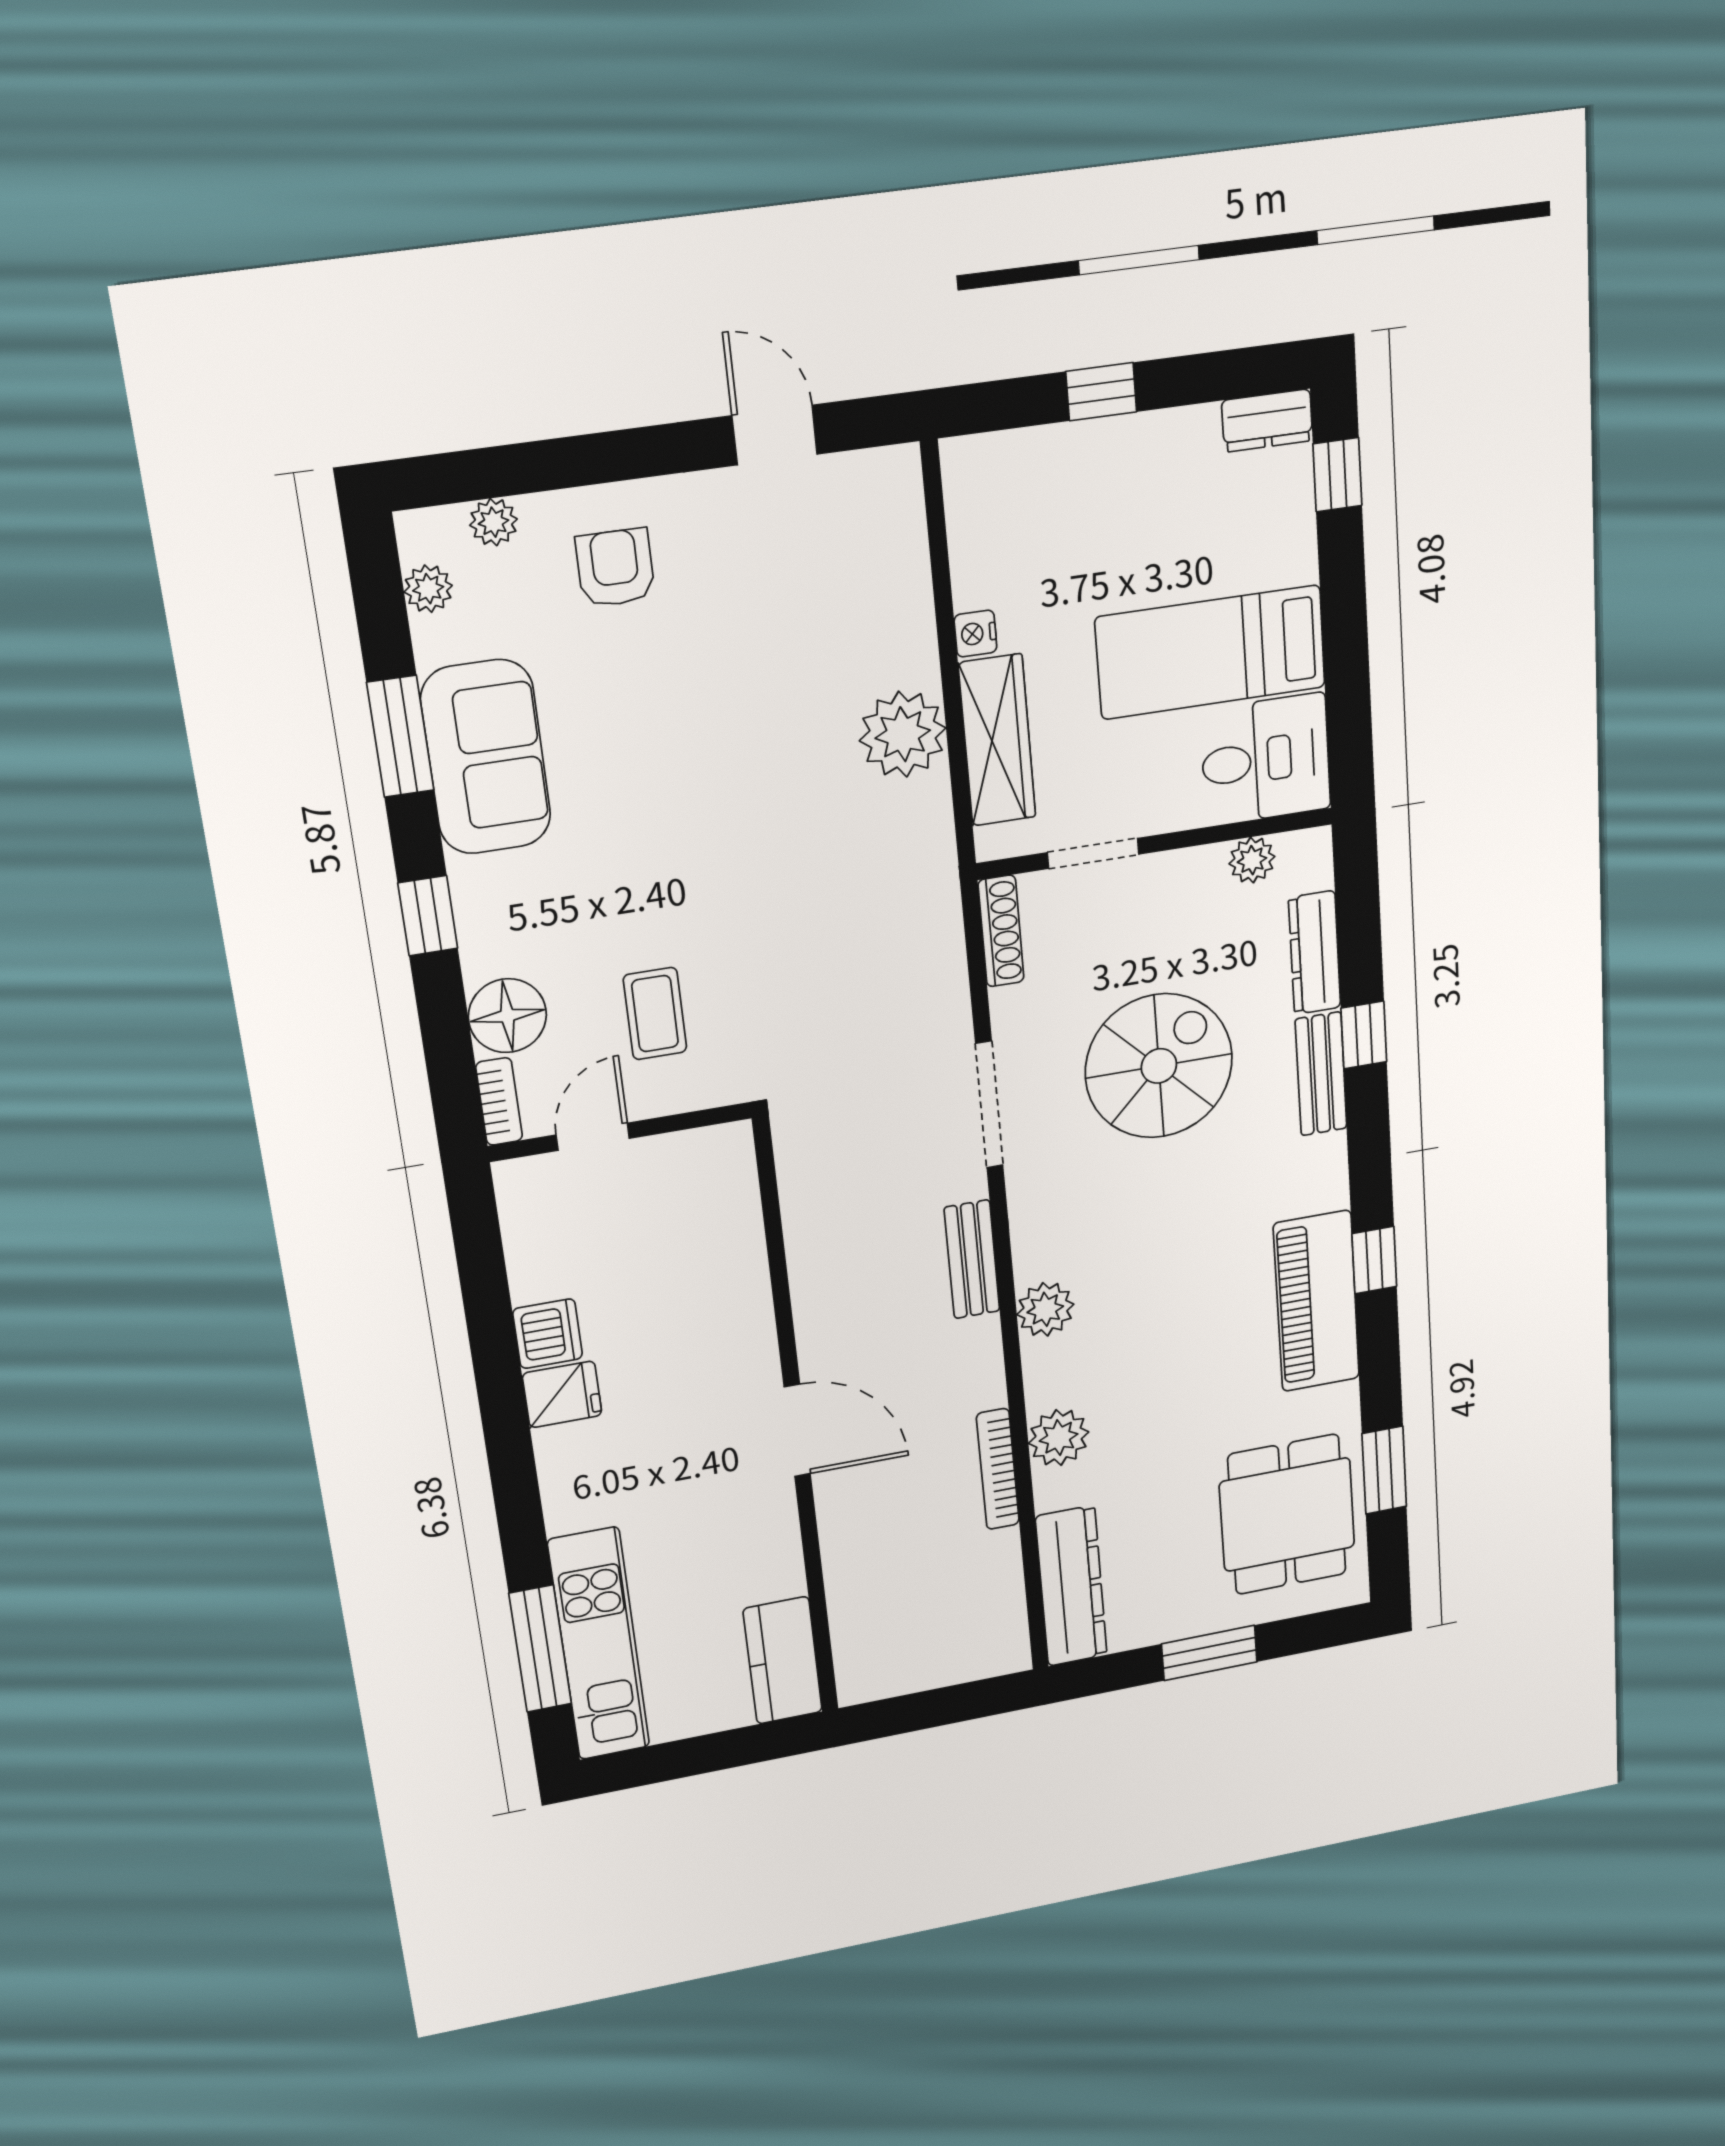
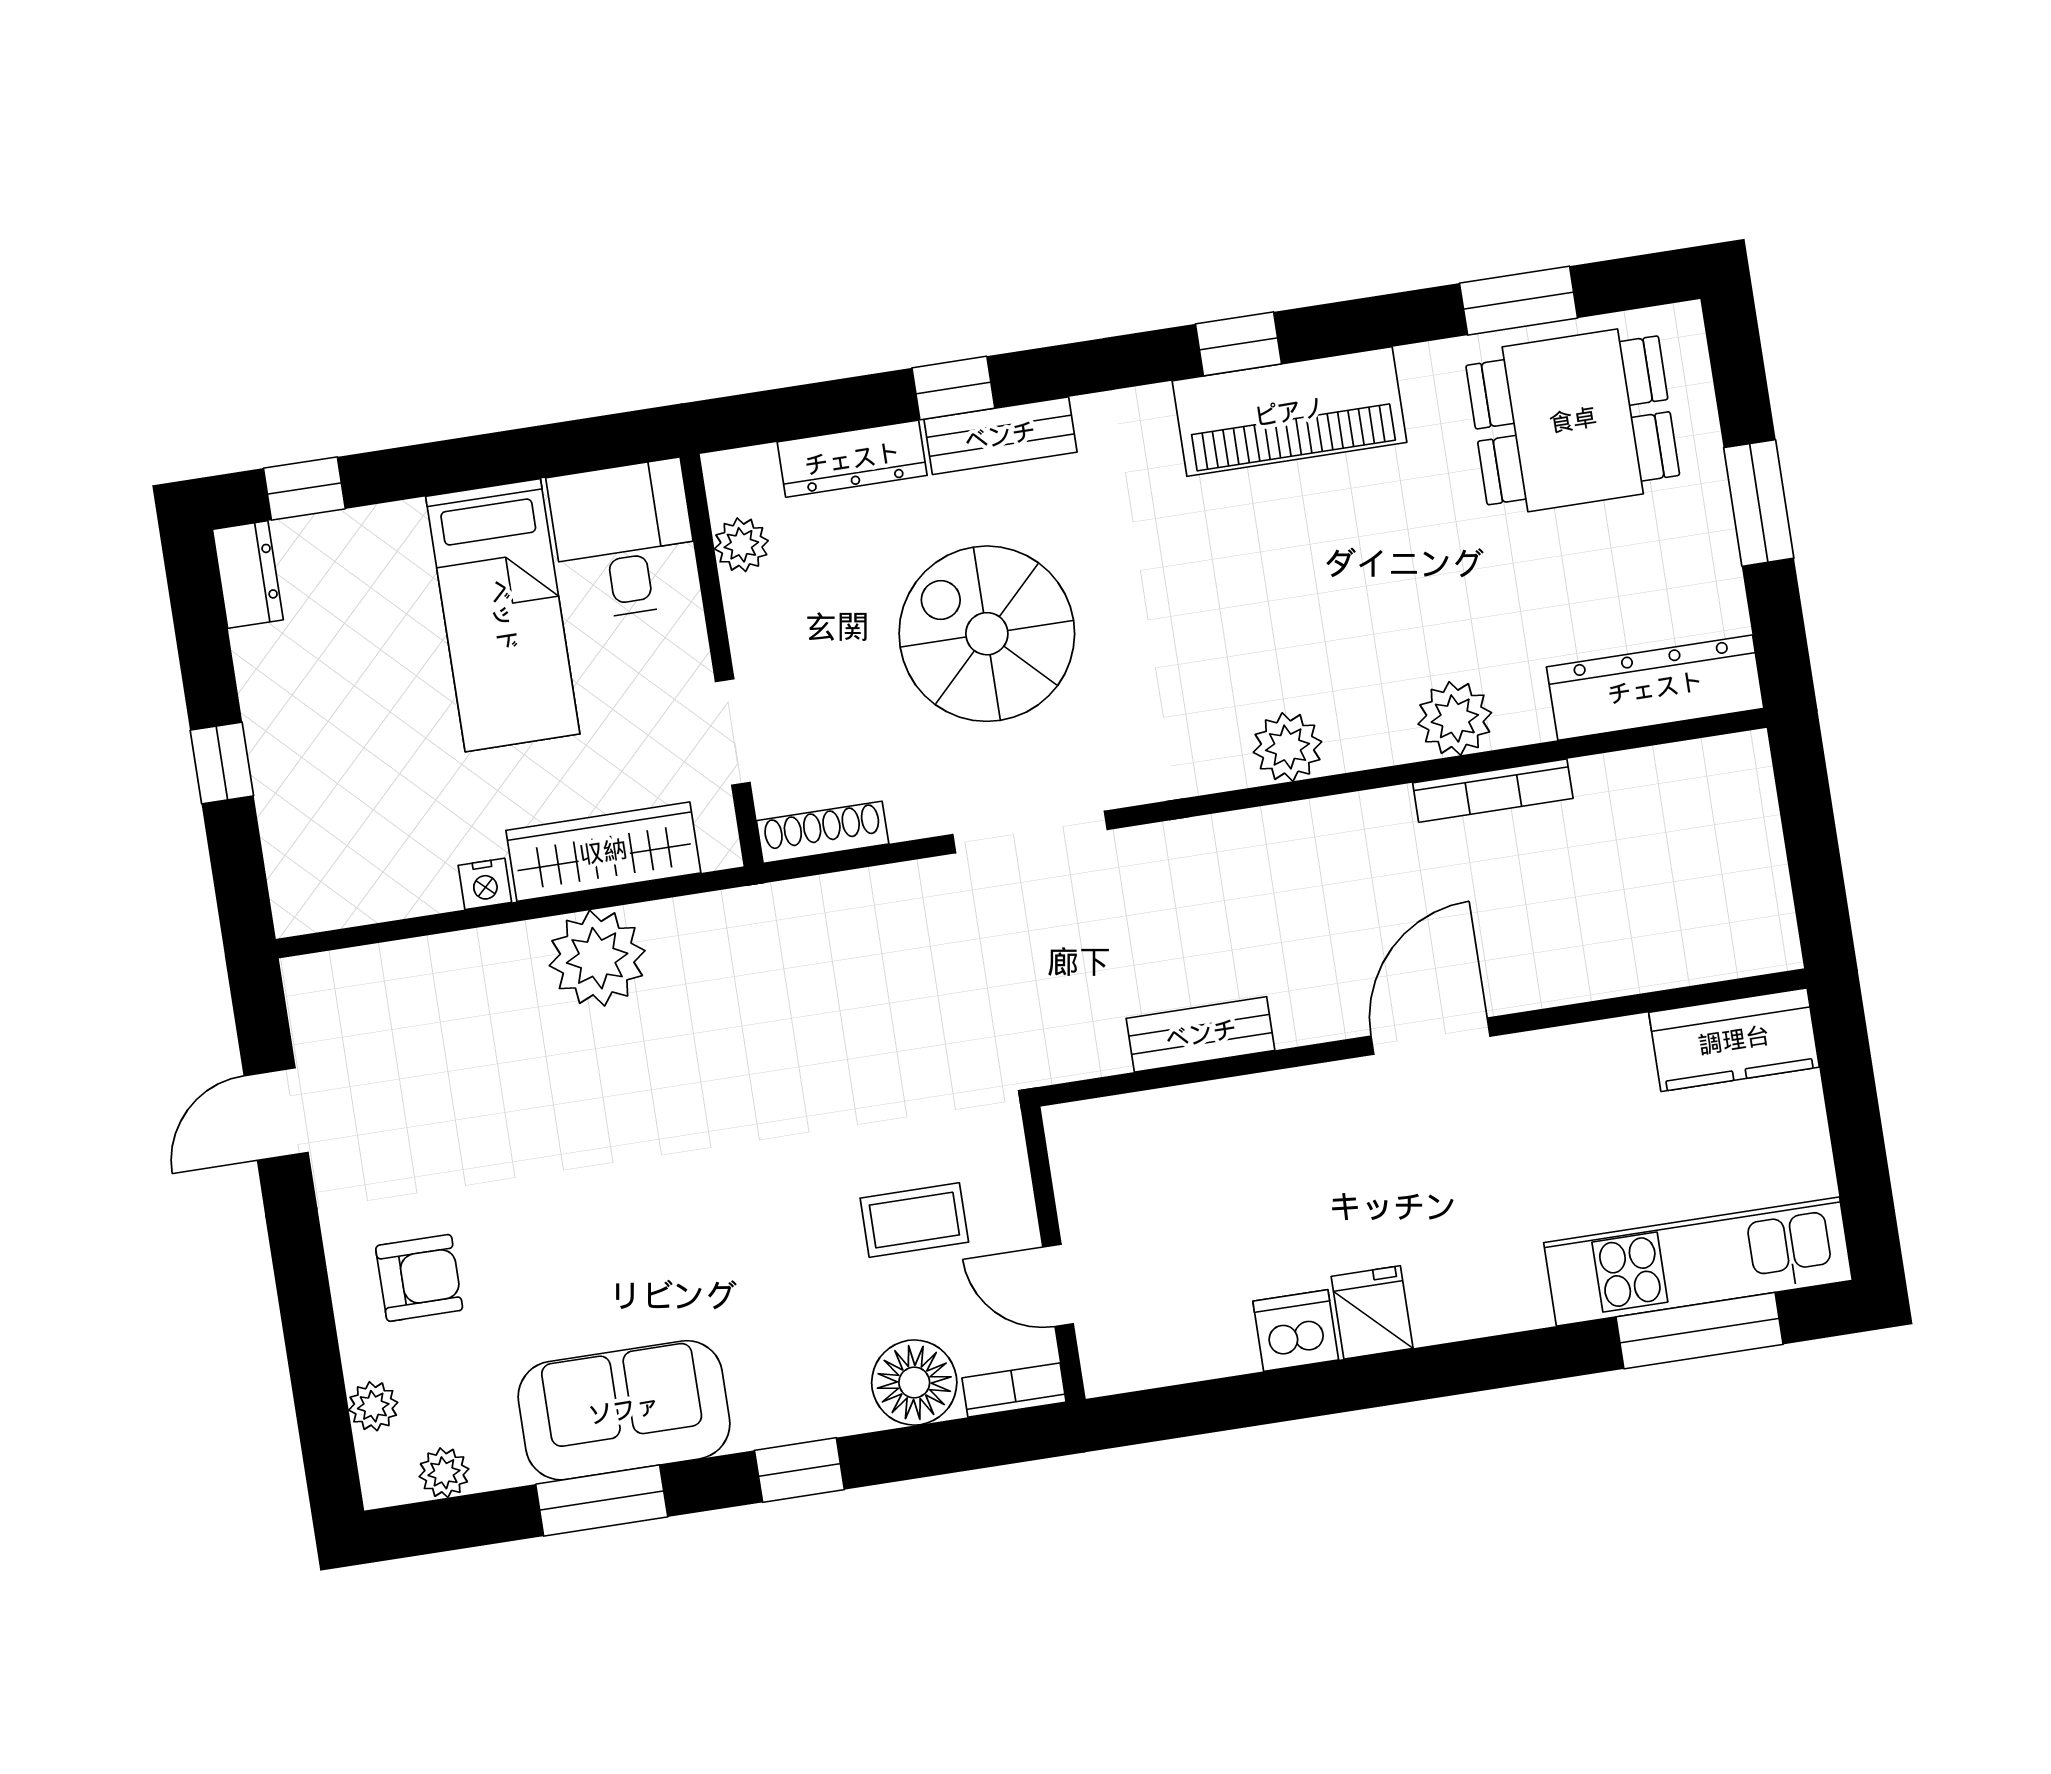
armchair: (615, 568) -> (419, 1278), turned 180
bench: (972, 1259) -> (1201, 1034), moved

